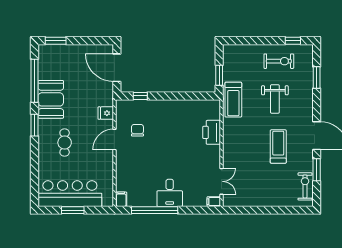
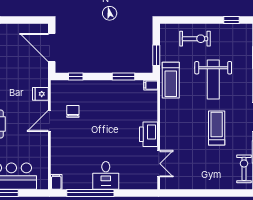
exercise bike: (279, 61) -> (195, 39), moved
window: (187, 96) -> (124, 76), added
weight bench: (275, 99) -> (213, 79), width x1.36, depth x1.33
printer: (212, 132) -> (149, 134), moved
filing cabinet: (214, 202) -> (151, 85), moved

